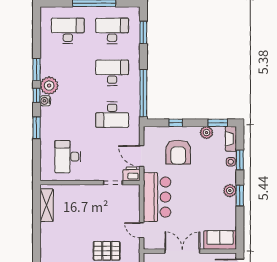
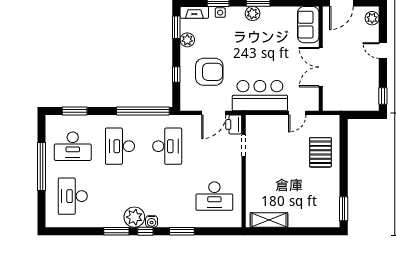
desk: (112, 31) -> (73, 146), turned -90

